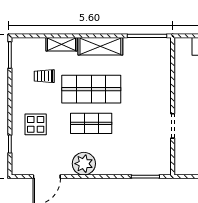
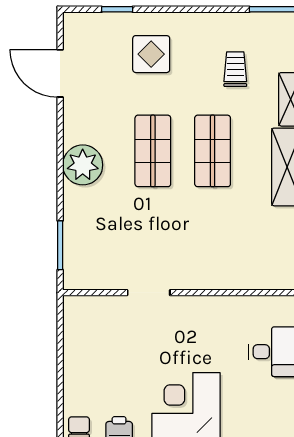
shop shelf: (91, 89) -> (213, 151), width x0.70, depth x0.74
plant: (84, 164) -> (83, 165), moved

